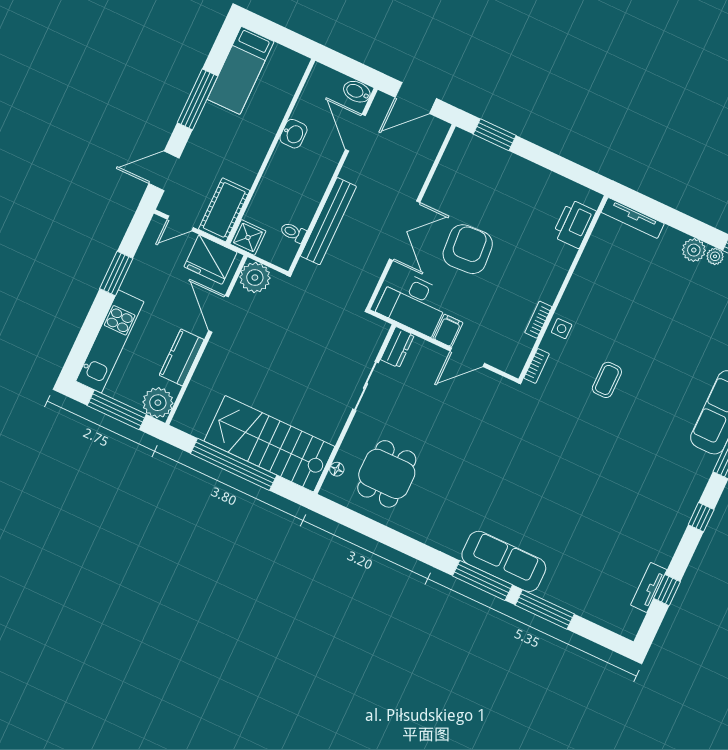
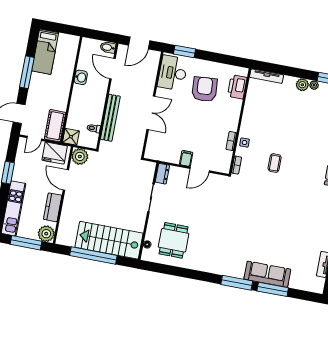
armchair: (468, 249) -> (205, 89), moved
desk: (413, 303) -> (173, 73), moved, turned 90
sofa: (504, 561) -> (267, 274), moved

